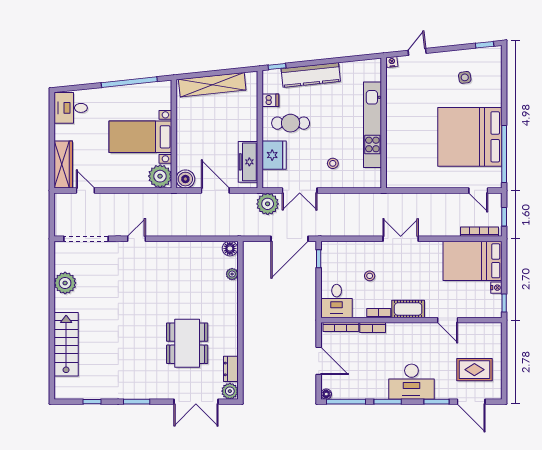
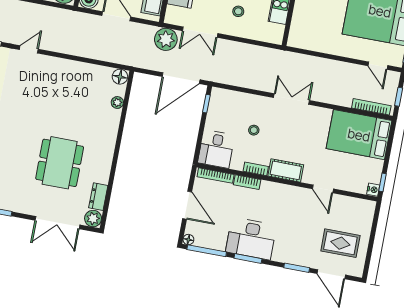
nightstand: (496, 288) -> (373, 190), moved
desk: (411, 382) -> (251, 239), moved

